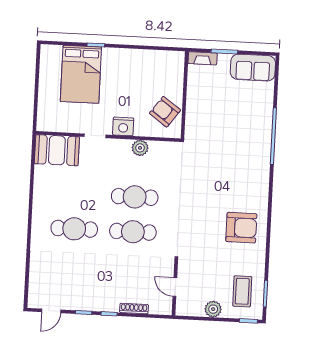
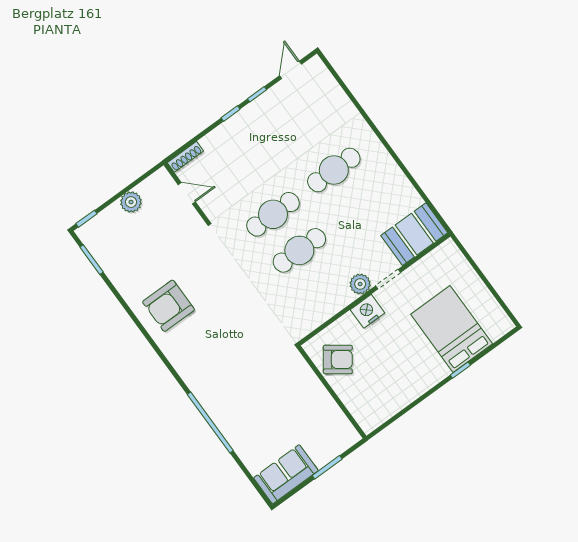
fireplace: (203, 58) -> (343, 443), removed
plant: (140, 148) -> (360, 284), moved
coffee table: (242, 291) -> (116, 243), removed
shoe rack: (134, 309) -> (185, 157), moved

